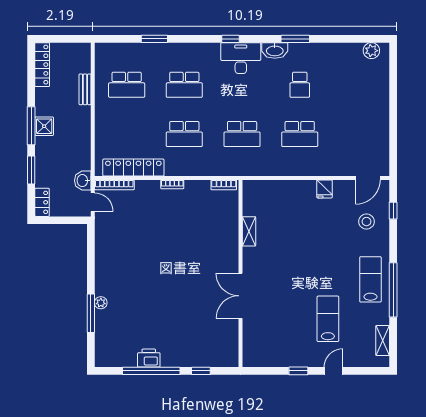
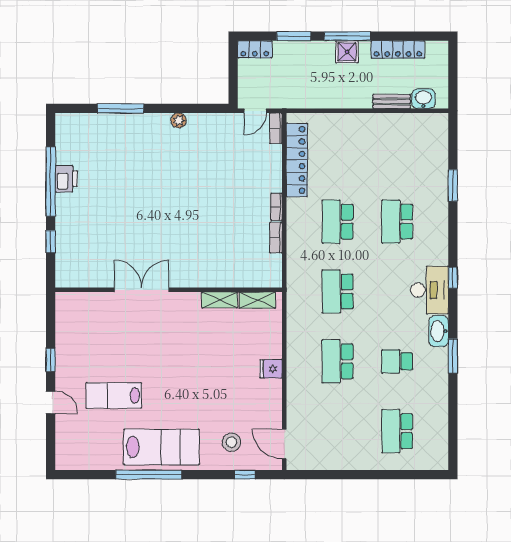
plant: (371, 51) -> (438, 448), removed
locker: (42, 65) -> (398, 50), moved
school desk: (127, 85) -> (397, 431), moved
washbasin: (83, 181) -> (423, 99), moved
bookcase: (114, 185) -> (276, 128), width x0.64
bookcase: (224, 185) -> (276, 238), moved
fridge: (324, 189) -> (271, 369), moved
lab bench: (370, 279) -> (161, 447), width x1.36, depth x1.39
plant: (101, 303) -> (179, 120), moved
lab bench: (328, 319) -> (114, 395), turned 180
shelving: (383, 341) -> (257, 300), moved

